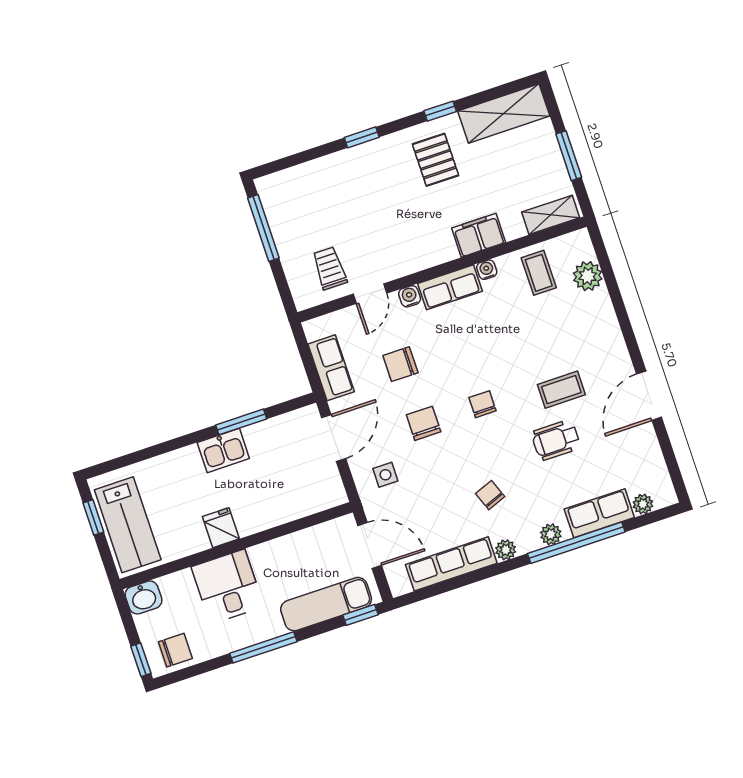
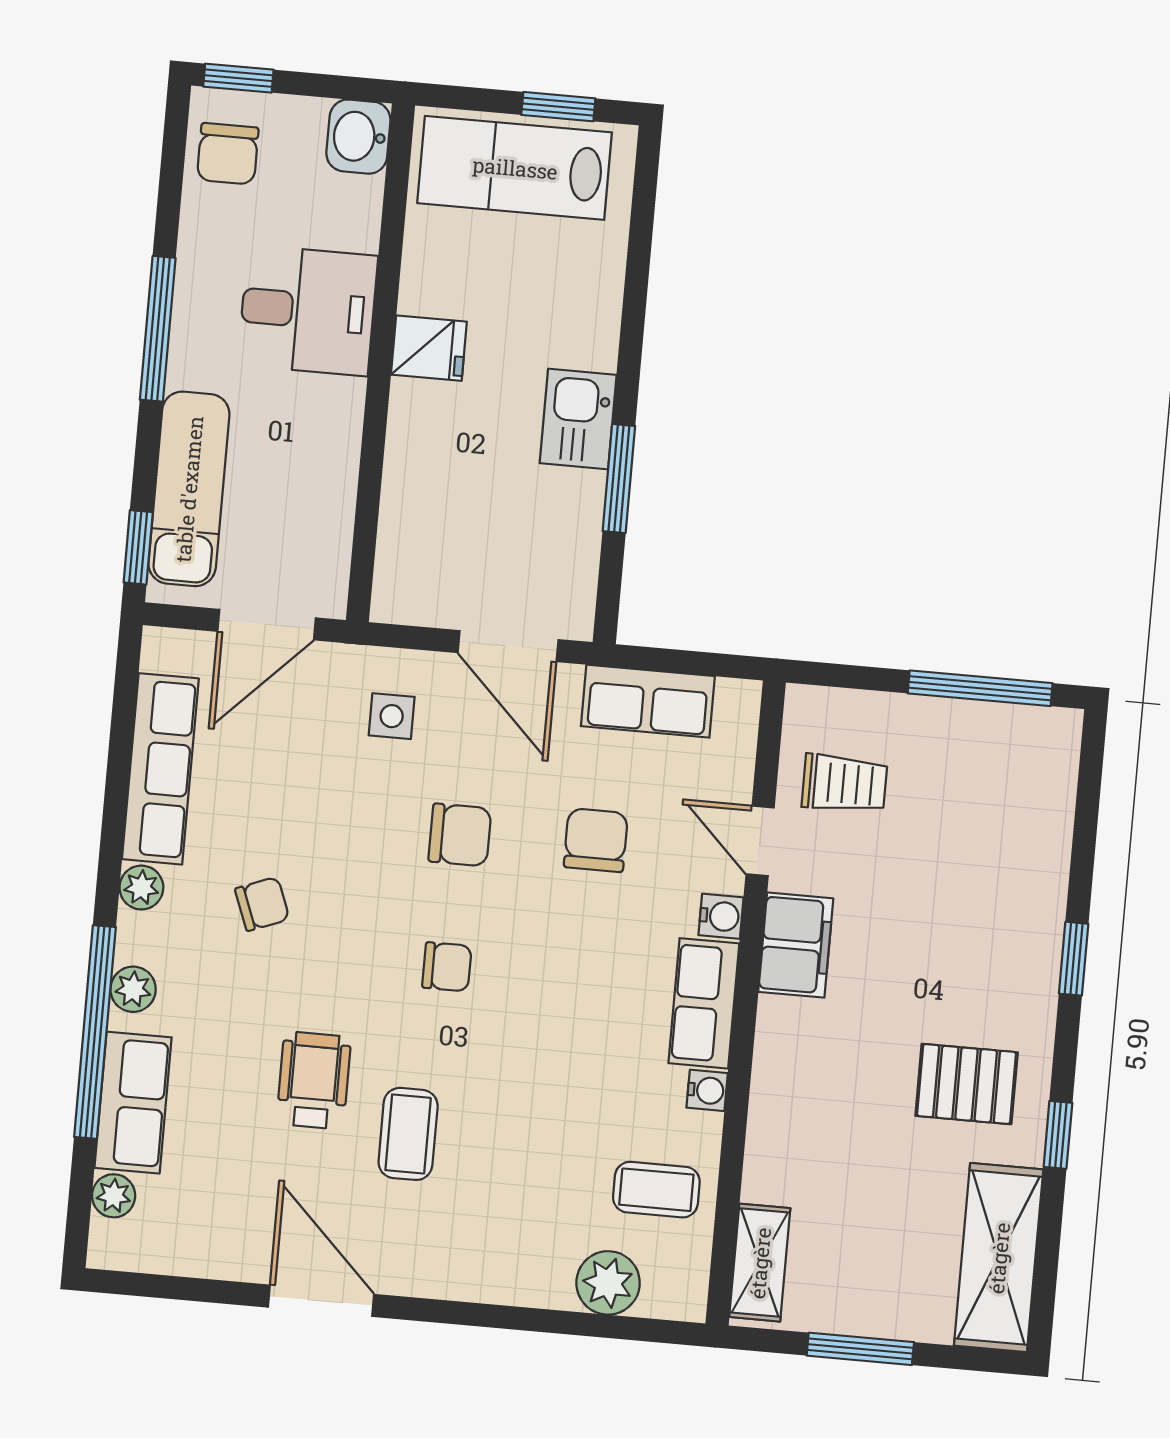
filing cabinet: (479, 235) -> (796, 945), moved

